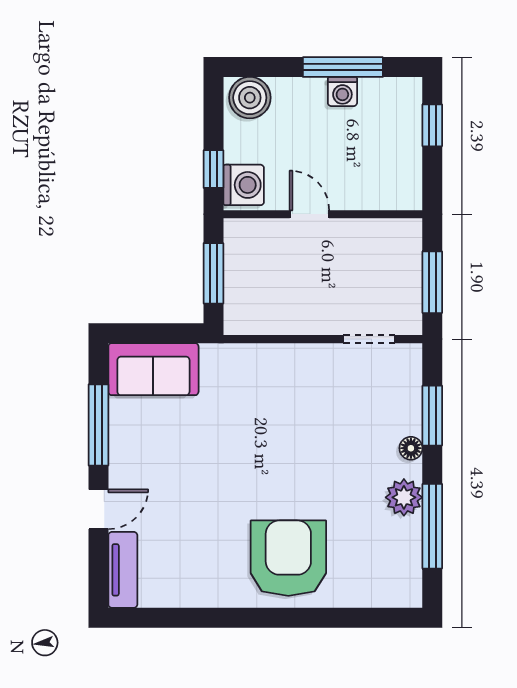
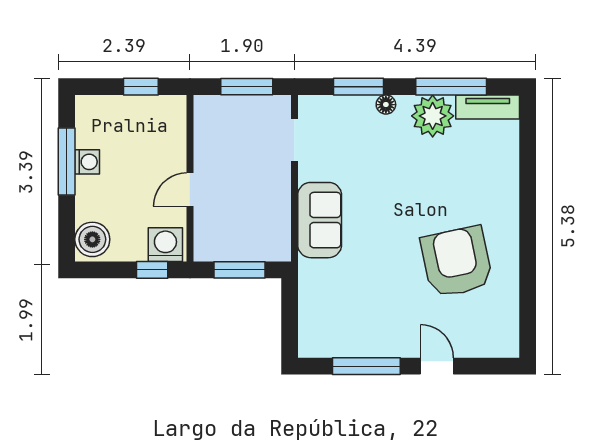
window: (432, 125) -> (141, 87), moved
sofa: (153, 369) -> (320, 220), moved
plant: (404, 497) -> (433, 116), width x1.36, depth x1.36
armchair: (288, 558) -> (457, 262), moved, turned 78
tv unit: (123, 570) -> (488, 107), moved, turned 180

